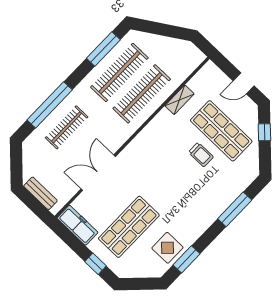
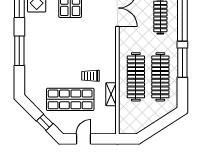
window: (103, 49) -> (182, 63), moved
trolley: (201, 155) -> (90, 76), moved
window: (235, 209) -> (19, 51), moved

